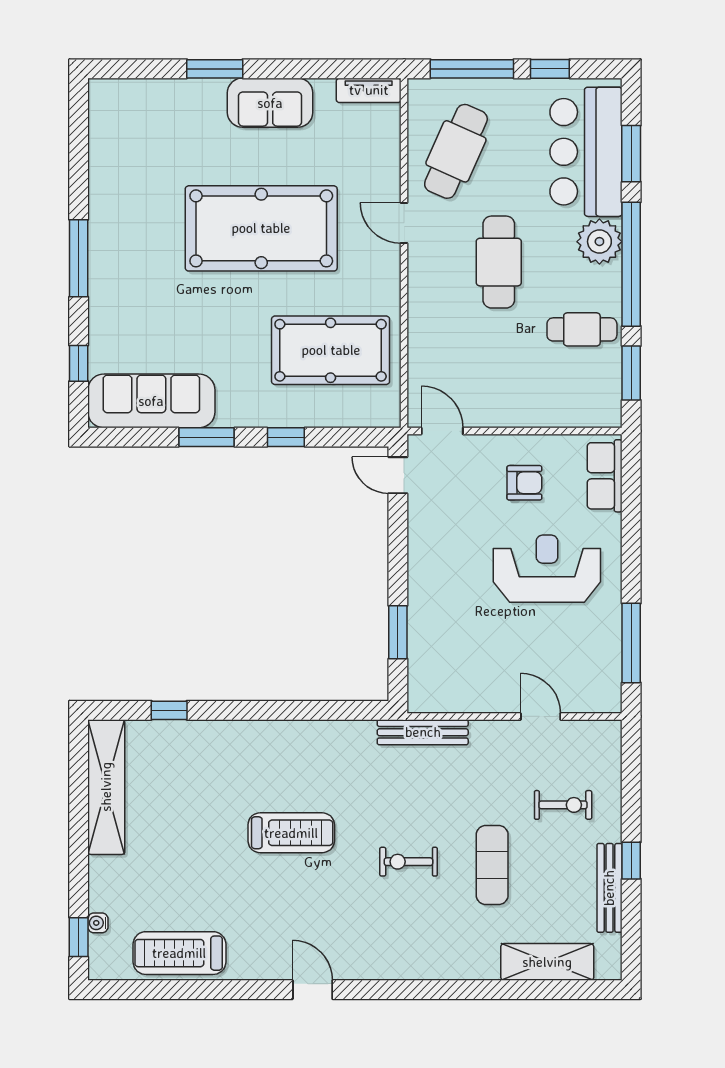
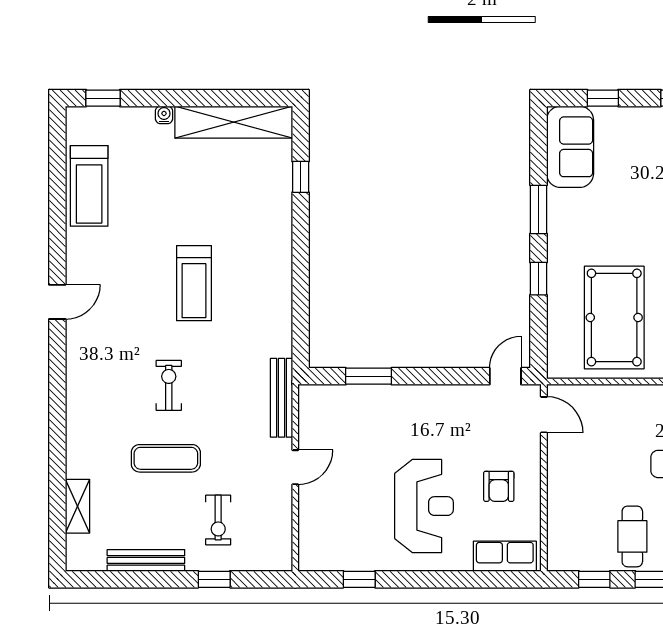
window: (631, 373) -> (594, 579), width x0.67
sofa: (151, 401) -> (570, 147), width x0.73
door: (442, 431) -> (544, 415), hinge flipped
window: (631, 643) -> (359, 579), width x0.46
door: (541, 716) -> (295, 467), moved
window: (631, 861) -> (214, 579), moved
water cooler: (98, 923) -> (164, 115), moved
treadmill: (179, 953) -> (89, 186), turned 180
shelving: (547, 962) -> (77, 506), width x0.67, depth x0.75

